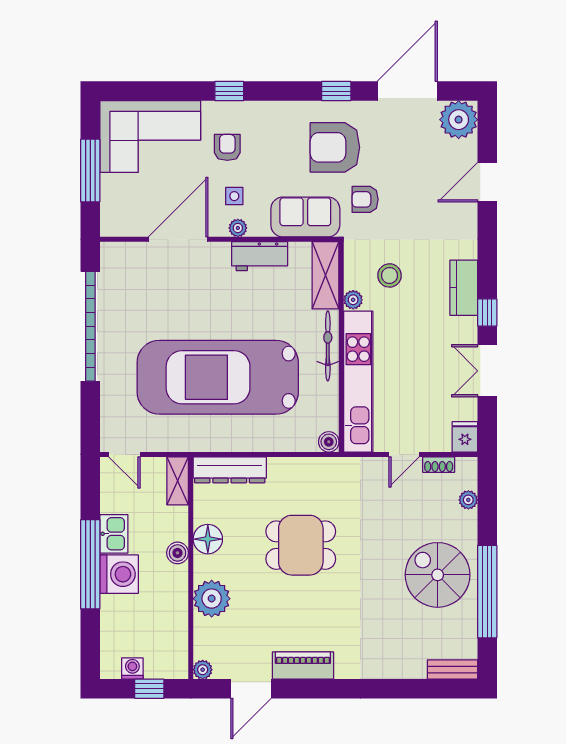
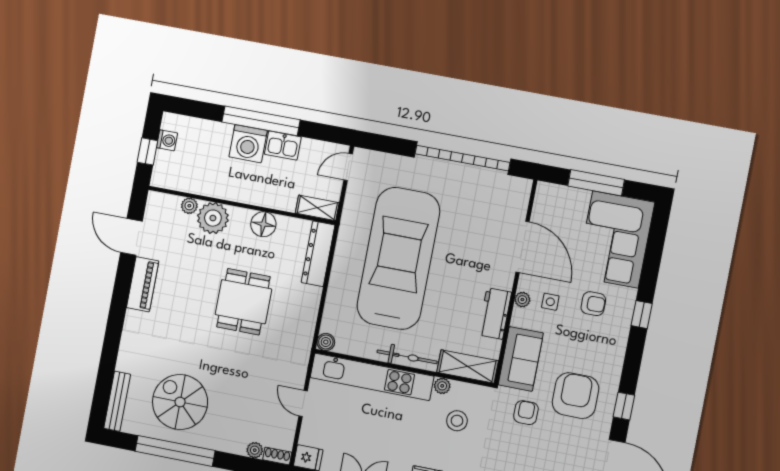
shoe rack: (439, 465) -> (277, 456), moved, turned 90
boiler: (177, 553) -> (257, 196), removed
spiral stairs: (438, 575) -> (180, 402), moved, turned -90
plant: (203, 670) -> (189, 206), moved
bench: (452, 670) -> (117, 401), width x1.36

